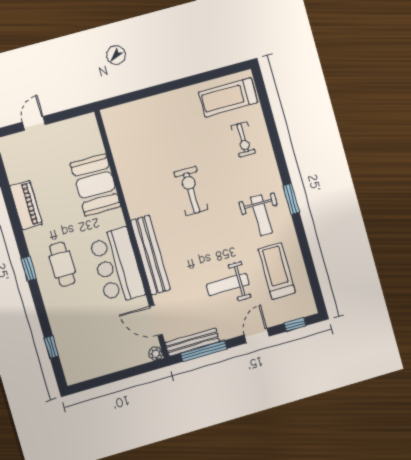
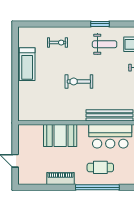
treadmill: (228, 97) -> (27, 64), moved
window: (29, 269) -> (97, 187), width x3.17

